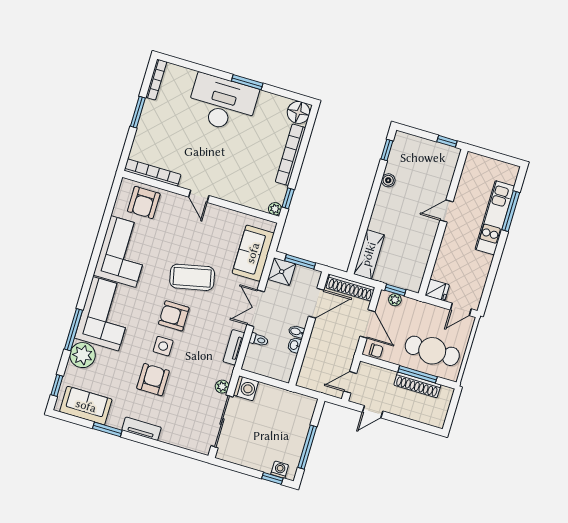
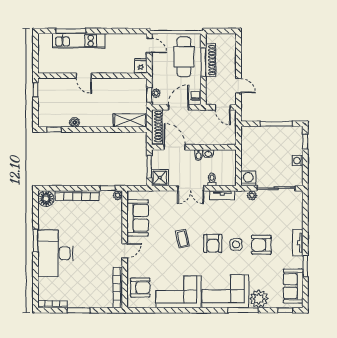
sofa: (253, 253) -> (138, 218), moved, turned -90
coffee table: (192, 277) -> (182, 239), width x0.54, depth x0.58
washing machine: (280, 470) -> (298, 161), moved

